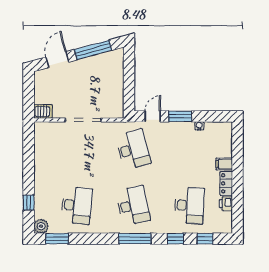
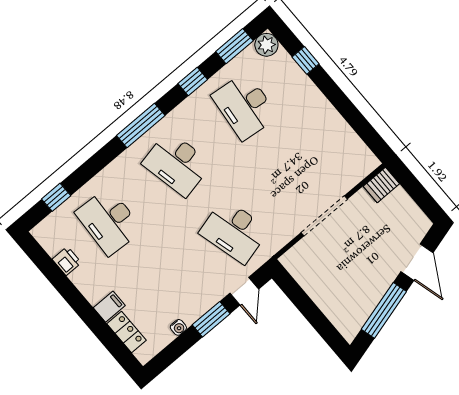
locker: (226, 183) -> (126, 332), moved
window: (176, 239) -> (193, 82), moved

